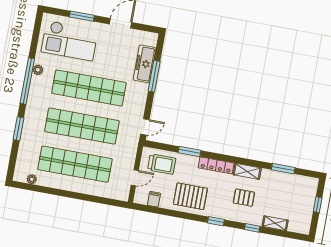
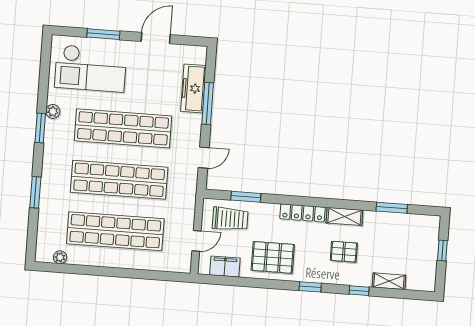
window: (27, 81) -> (40, 128), width x0.47
door: (145, 127) -> (204, 158), moved
window: (189, 151) -> (246, 197), moved
filing cabinet: (154, 199) -> (225, 267), width x2.00

